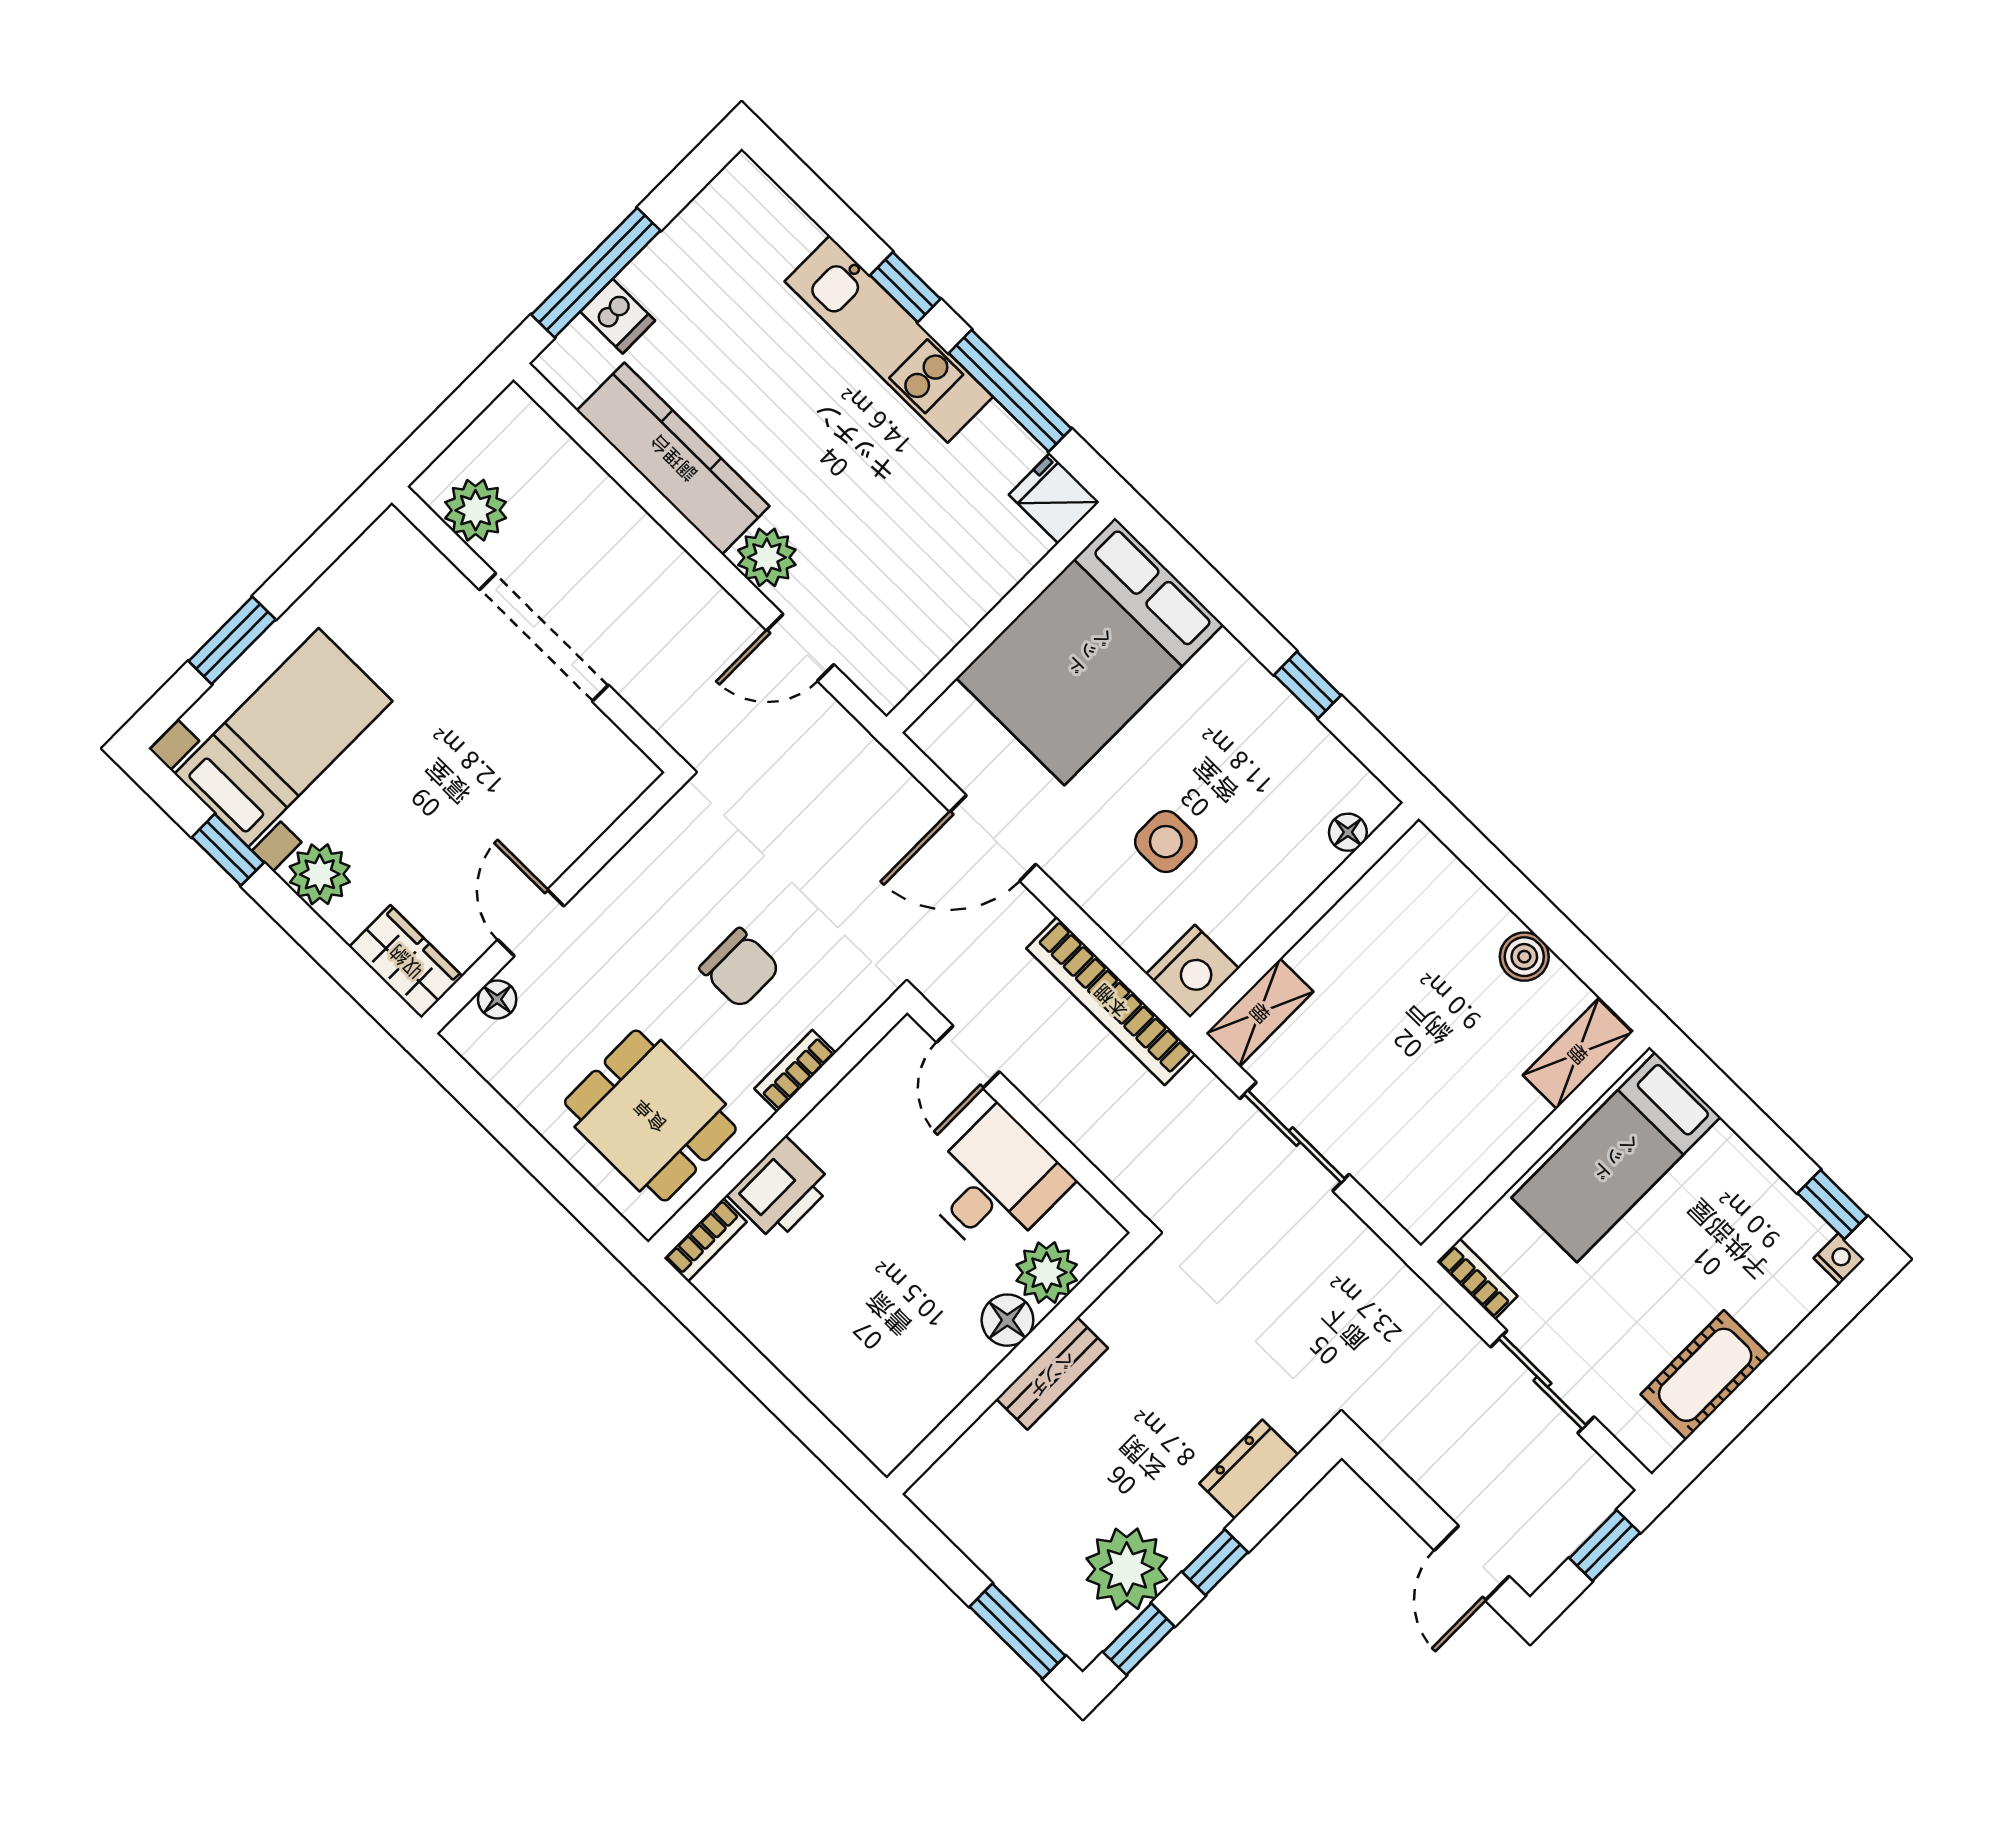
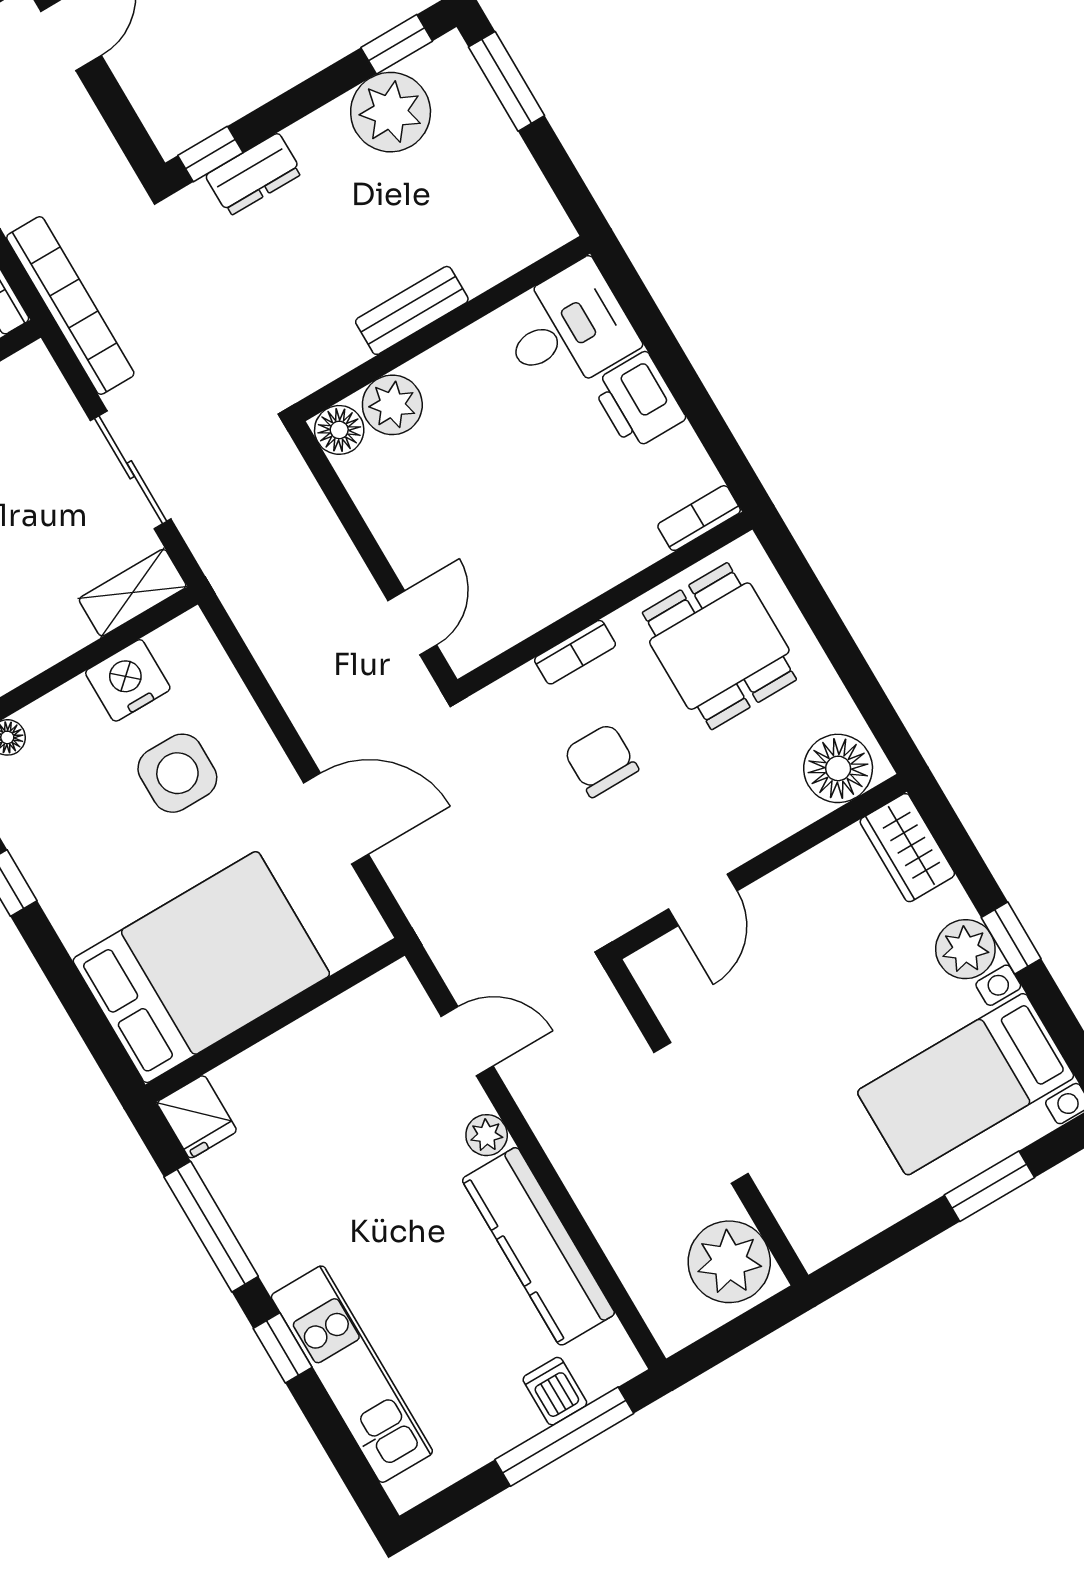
kitchen unit: (889, 339) -> (352, 1374), moved
plant: (476, 510) -> (729, 1262), width x1.36, depth x1.36
plant: (767, 557) -> (487, 1135), width x0.73, depth x0.73
side table: (1166, 842) -> (177, 773), width x1.37, depth x1.37
window: (228, 850) -> (1011, 938), moved
door: (531, 923) -> (703, 900), moved
nightstand: (1193, 971) -> (128, 680), moved
floor lamp: (497, 999) -> (838, 768), width x1.89, depth x1.89
bookcase: (1111, 1001) -> (70, 305), moved
desk: (995, 1184) -> (568, 329), moved, turned 180
printer: (780, 1189) -> (638, 401), moved, turned -90
floor lamp: (1007, 1320) -> (339, 430), moved
window: (1215, 1562) -> (210, 154), moved

